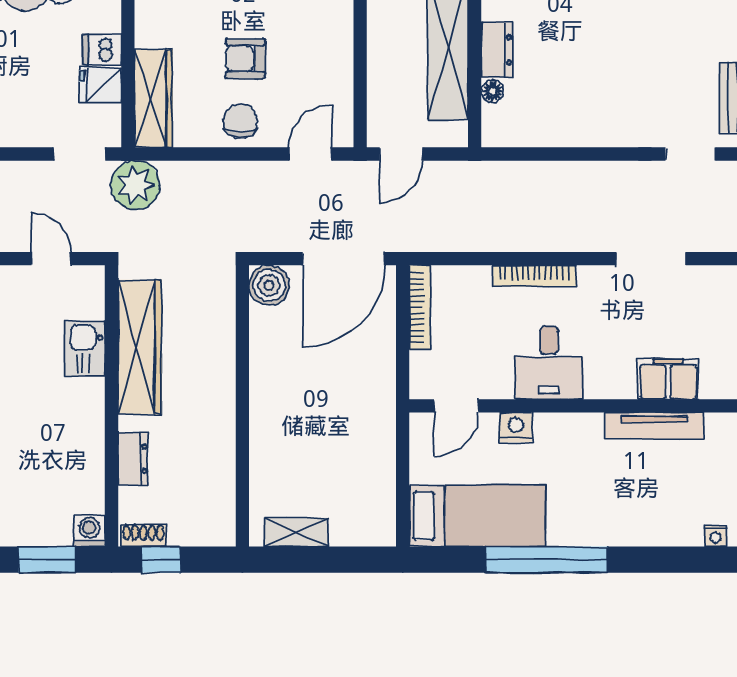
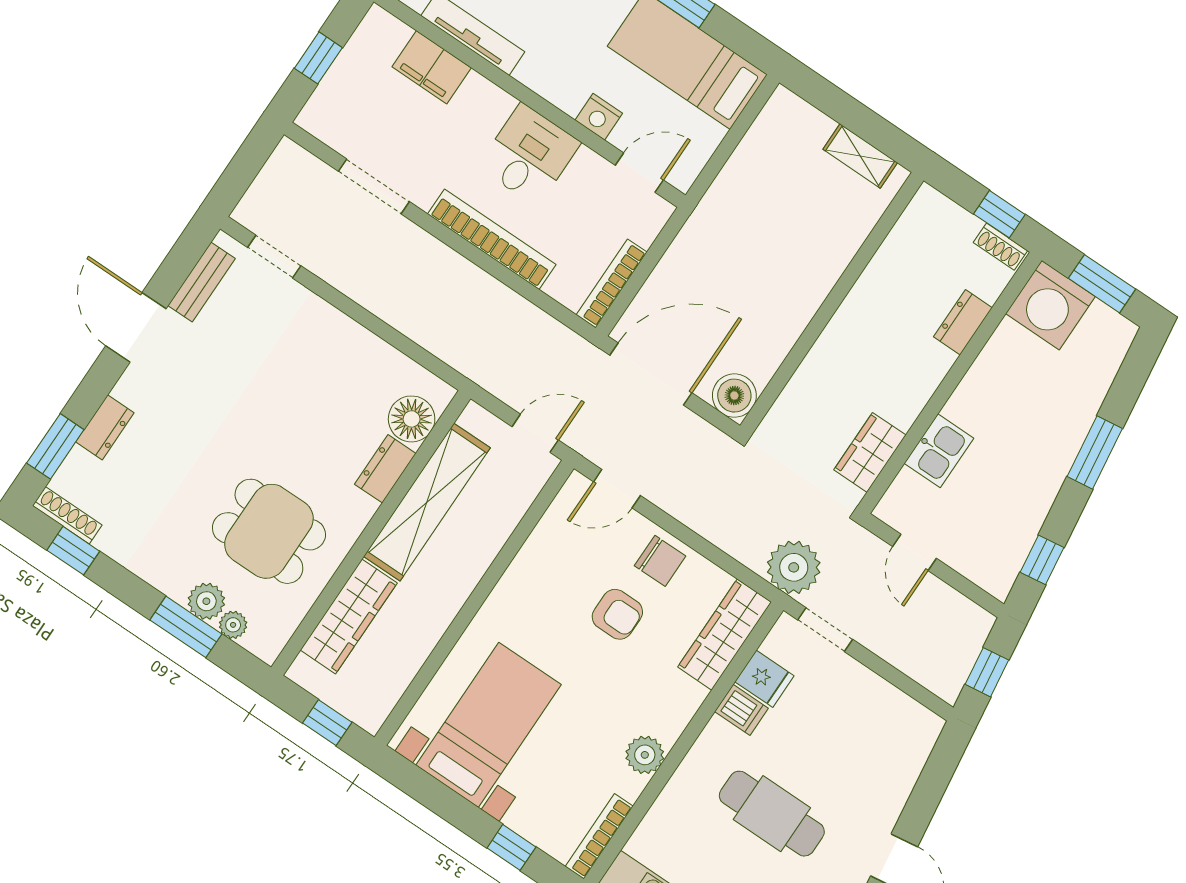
floor lamp: (492, 91) -> (412, 419), width x1.89, depth x1.89
chair: (240, 121) -> (660, 561), turned -90
bookcase: (534, 276) -> (492, 239), width x1.48, depth x1.31
wardrobe: (140, 347) -> (870, 452), width x0.48, depth x0.85
washing machine: (89, 531) -> (1050, 305), width x1.89, depth x1.89

